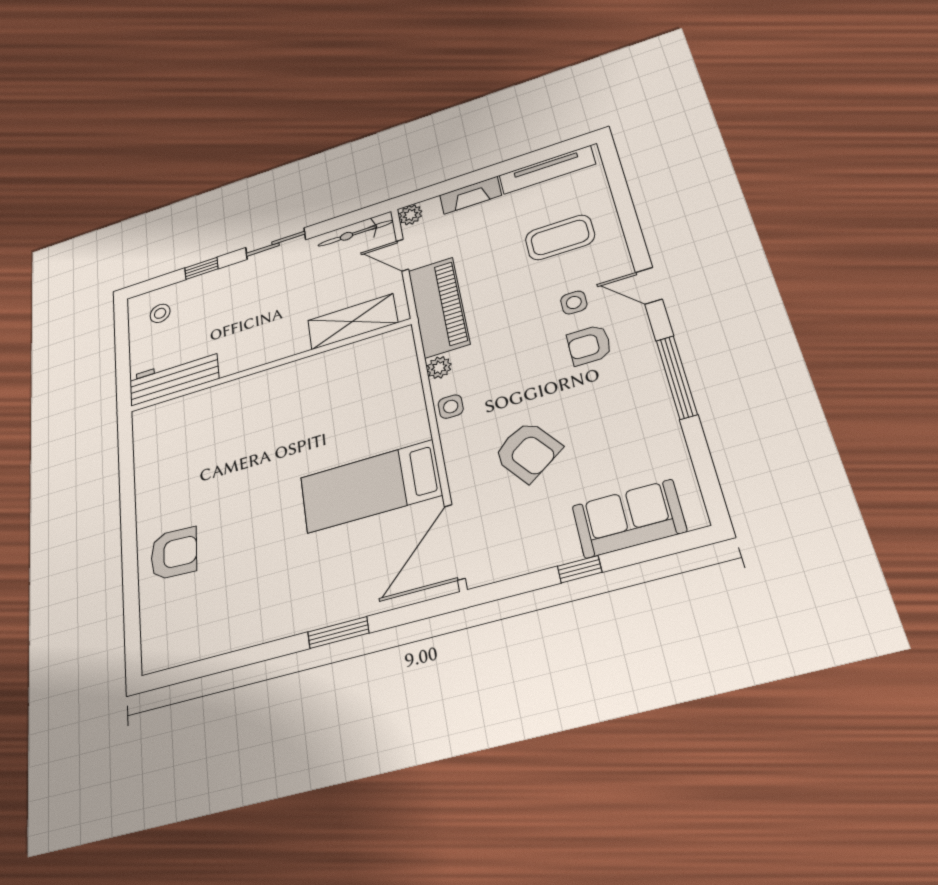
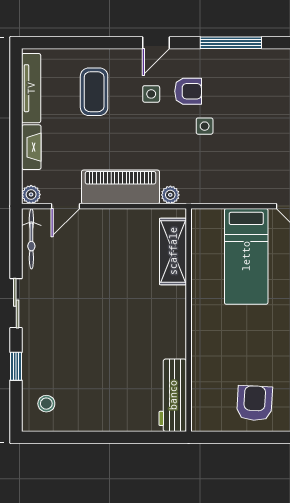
shelving: (352, 322) -> (173, 251), moved
armchair: (589, 345) -> (188, 91), turned -90
wall: (268, 366) -> (189, 320), moved
workbench: (174, 377) -> (173, 395), moved
side table: (451, 407) -> (205, 126), moved
armchair: (528, 451) -> (253, 147), removed

